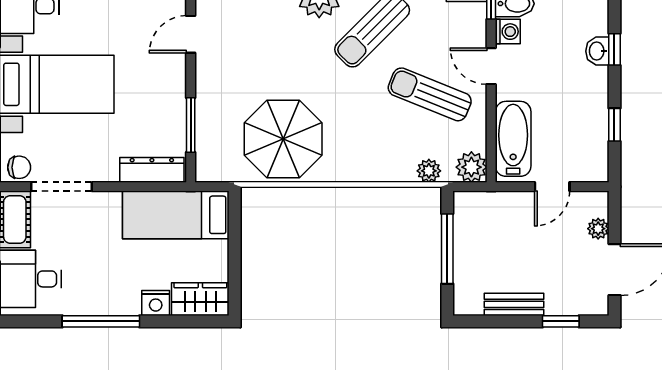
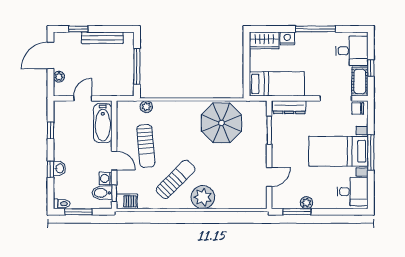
sun lounger: (430, 94) -> (146, 146), turned 63
plant: (471, 167) -> (124, 109), removed
bench: (514, 304) -> (102, 38), width x1.36

